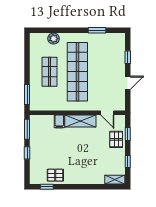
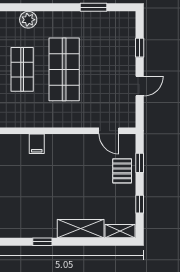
shop shelf: (77, 72) -> (64, 69), width x0.71
shelving: (80, 121) -> (81, 229), moved
pallet: (55, 175) -> (31, 225), removed
window: (47, 187) -> (42, 242), moved

